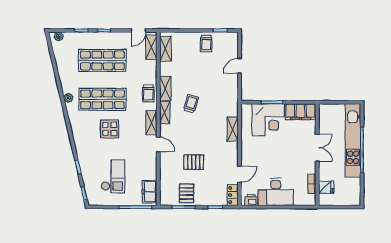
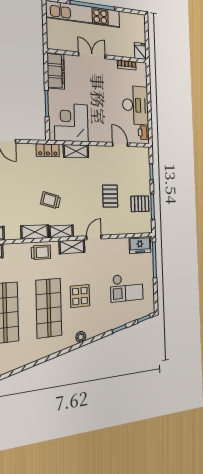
plant: (68, 98) -> (81, 337), moved
corner desk: (268, 120) -> (71, 123), moved, turned -90
checkout: (113, 176) -> (127, 287), turned 180
fridge: (326, 187) -> (140, 51), moved
locker: (233, 195) -> (48, 150), moved

